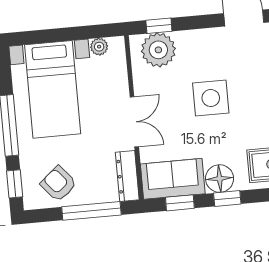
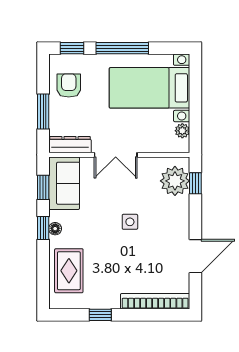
side table: (211, 98) -> (130, 222), width x0.54, depth x0.54
floor lamp: (220, 179) -> (55, 229), width x0.53, depth x0.53
armchair: (58, 184) -> (69, 85), turned -50
window: (91, 211) -> (43, 111), width x0.69

